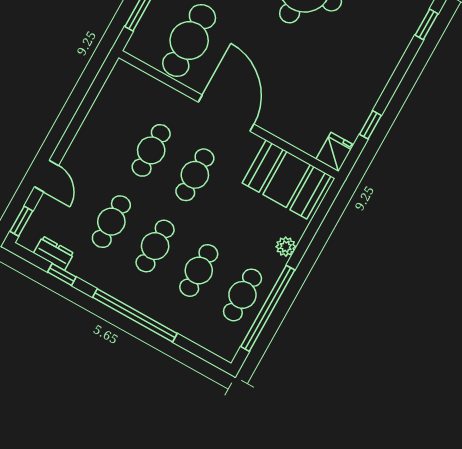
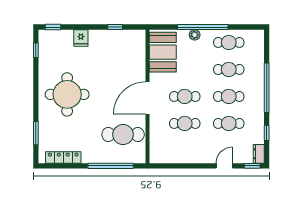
fridge: (335, 152) -> (81, 38), moved, turned -90
dresser: (54, 253) -> (259, 154), moved
window: (268, 308) -> (203, 27), moved

